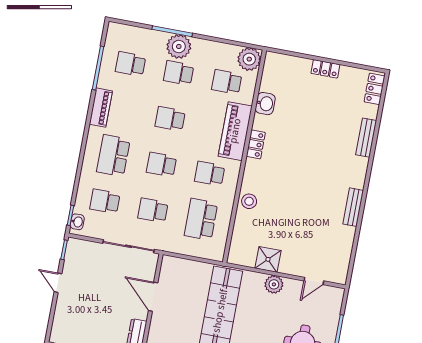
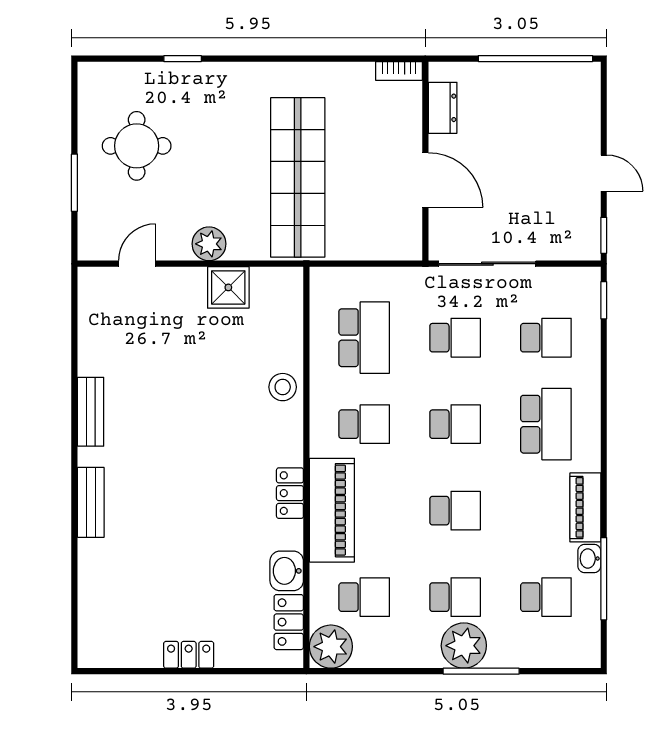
locker: (375, 89) -> (289, 622), moved, turned 180
bench: (366, 138) -> (91, 502), moved
washbasin: (77, 222) -> (589, 559), moved

